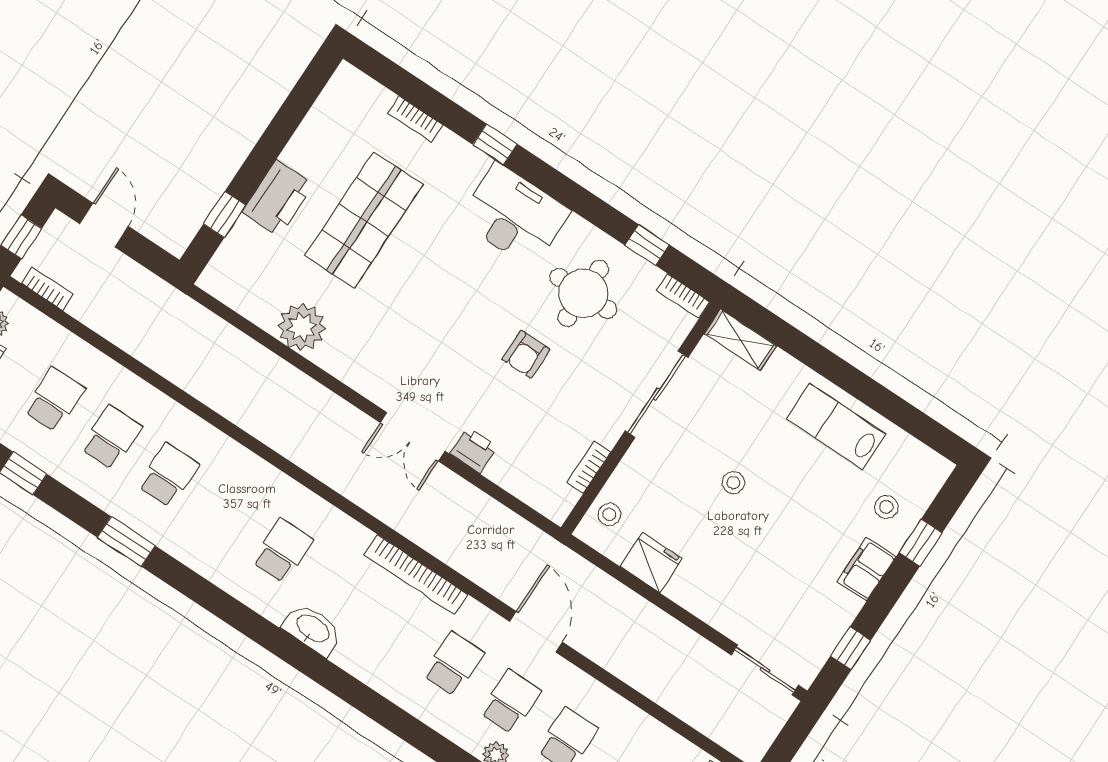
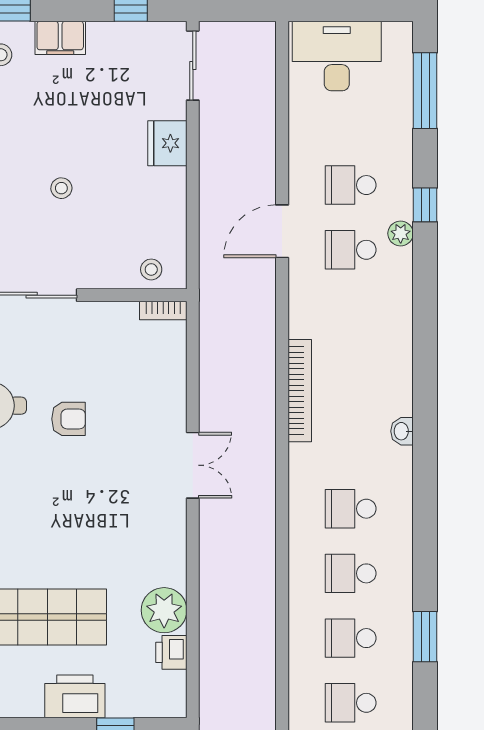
printer: (474, 450) -> (171, 652), moved
bookcase: (589, 467) -> (163, 310), moved
fridge: (651, 562) -> (167, 143), moved
washbasin: (312, 629) -> (402, 431), width x0.52, depth x0.69
door: (536, 632) -> (282, 231), moved
school desk: (453, 664) -> (351, 573), moved

